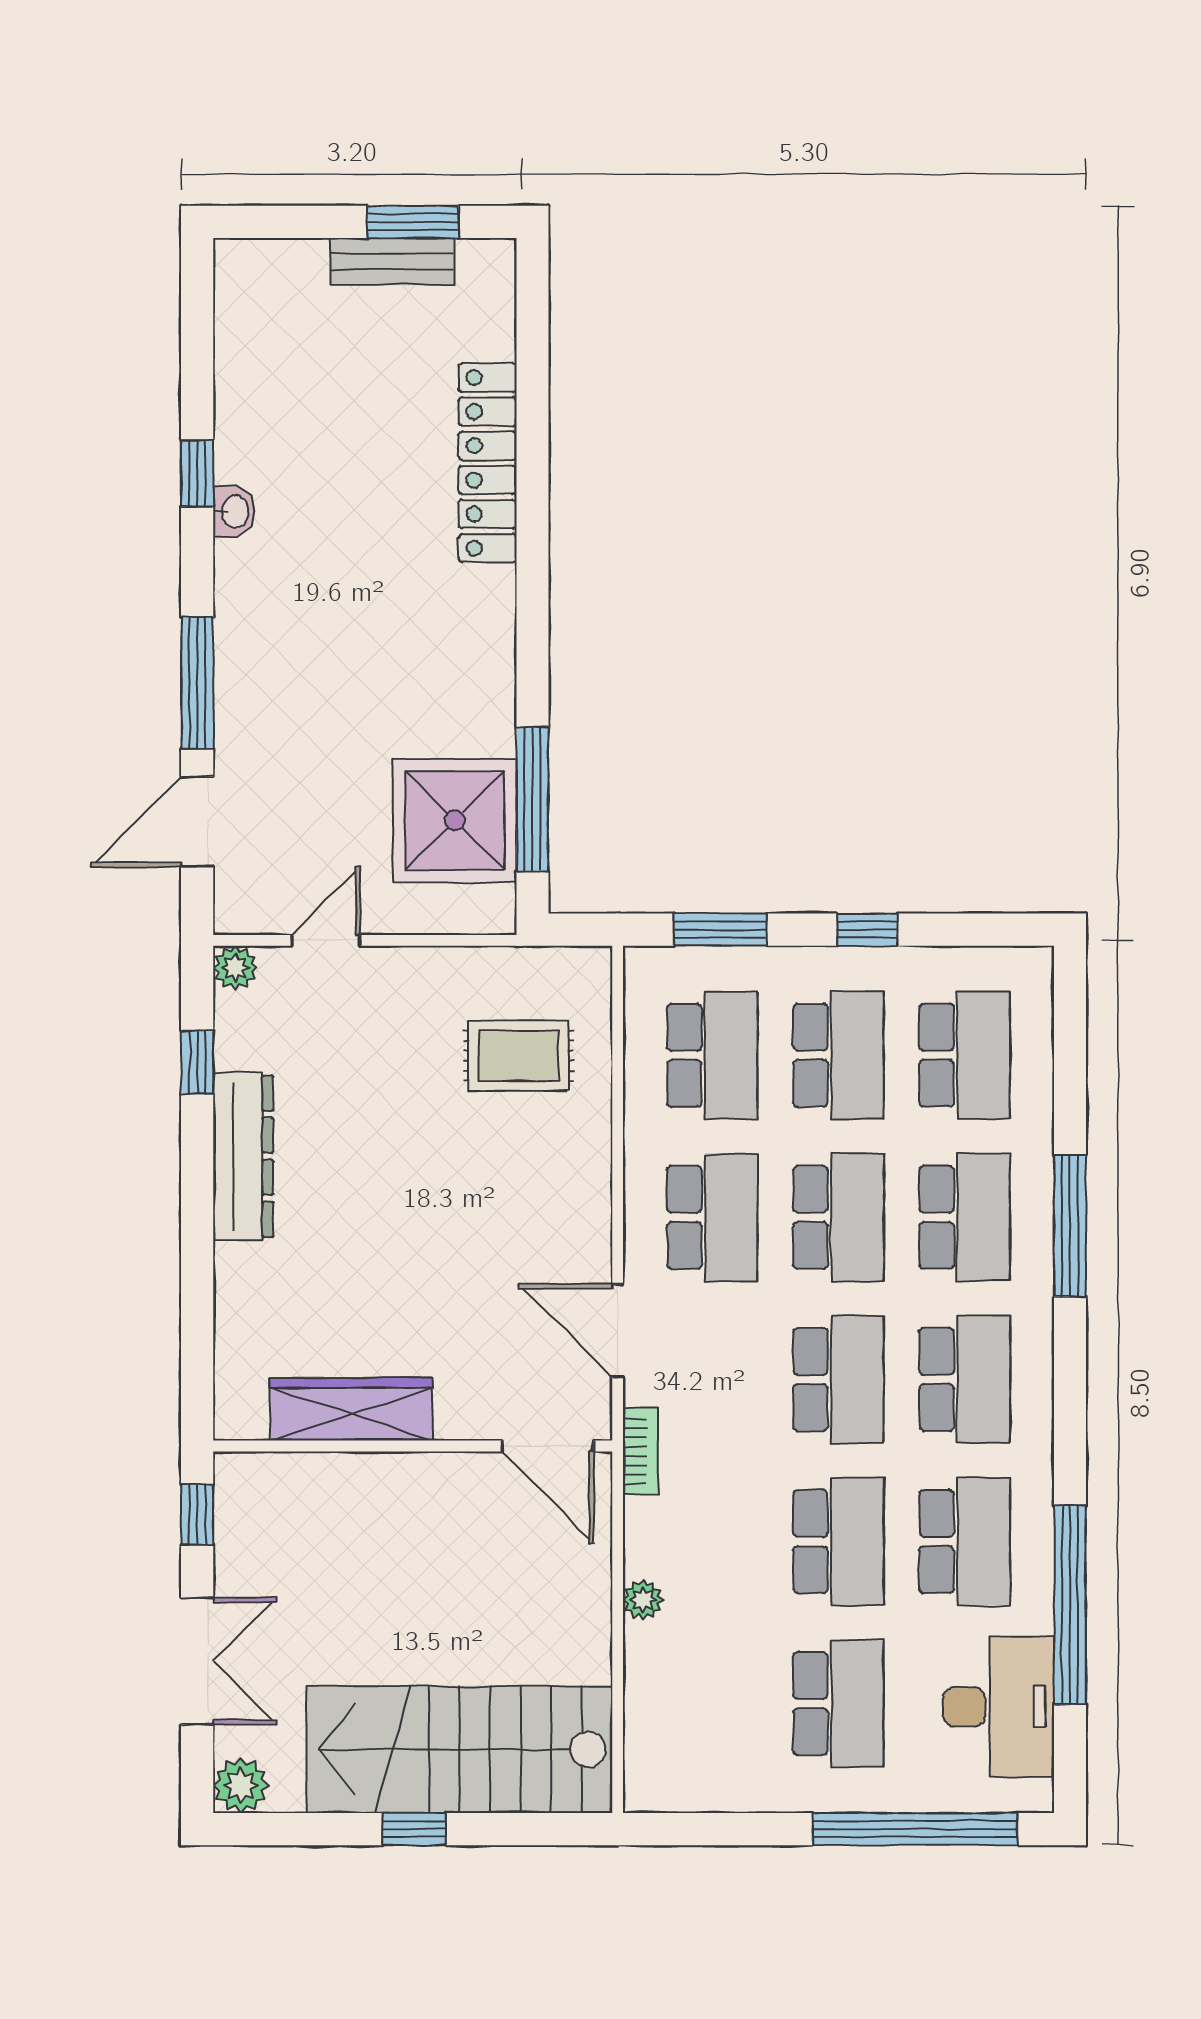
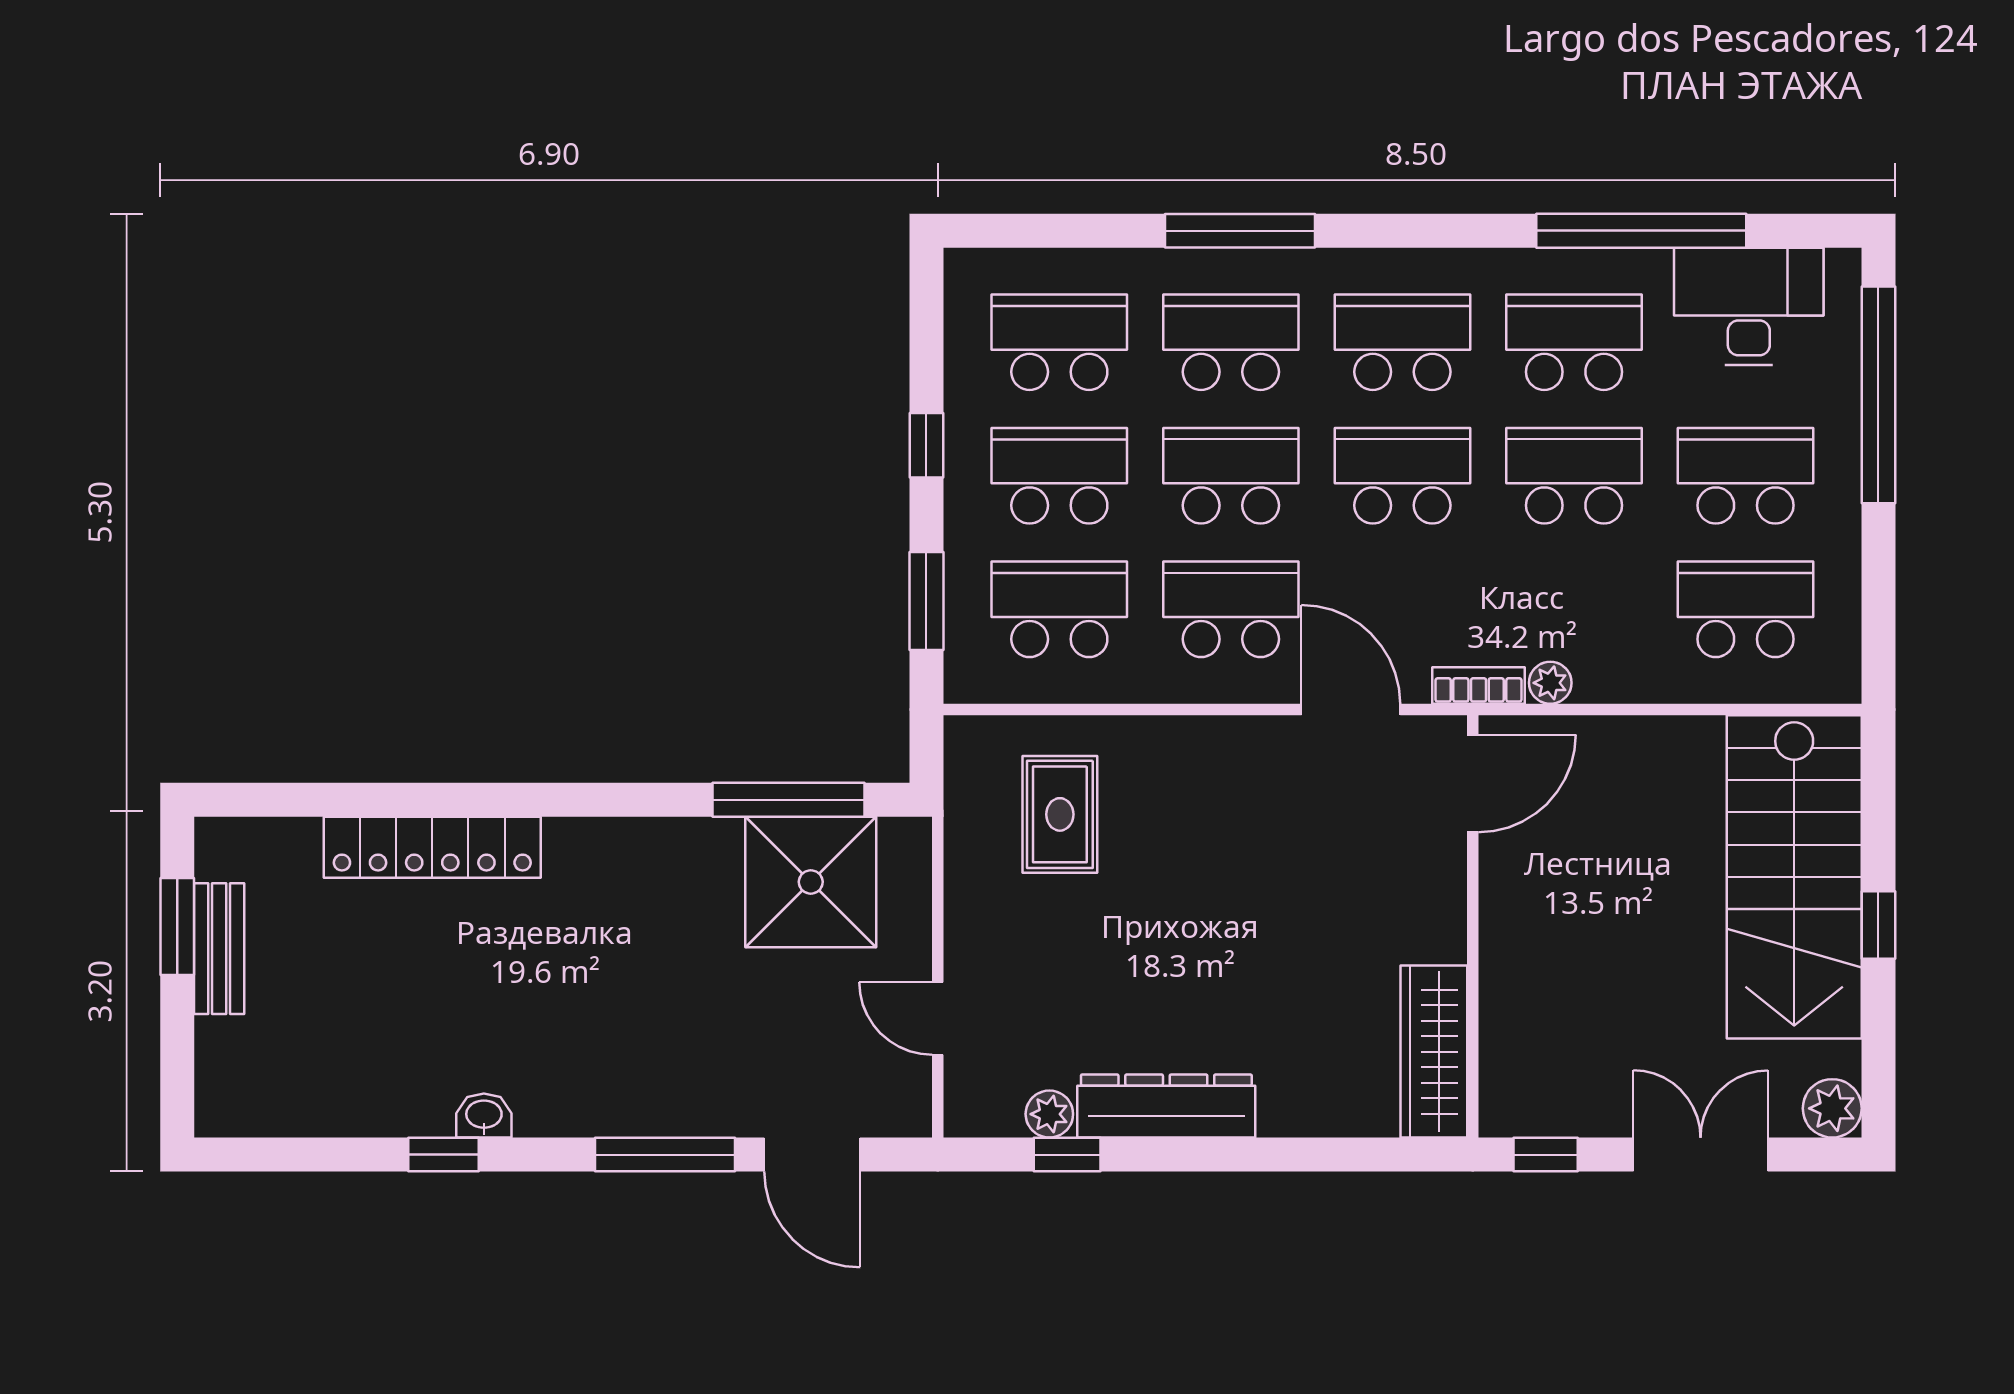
plant: (235, 968) -> (1049, 1114), moved
door: (618, 1331) -> (1351, 710), swing flipped
wardrobe: (351, 1409) -> (1434, 1052), moved
plant: (643, 1600) -> (1550, 683), moved
school desk: (712, 1704) -> (1746, 609), added

